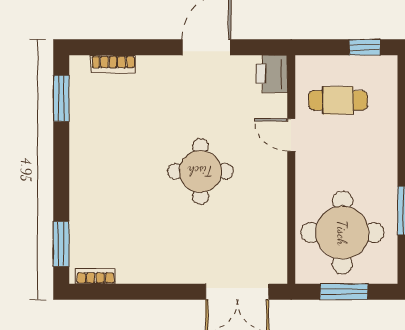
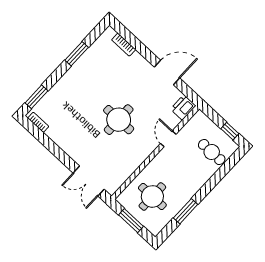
window: (61, 98) -> (77, 54), moved
cafe table: (338, 100) -> (212, 152), moved
round table: (342, 233) -> (152, 196), width x0.73, depth x0.73

